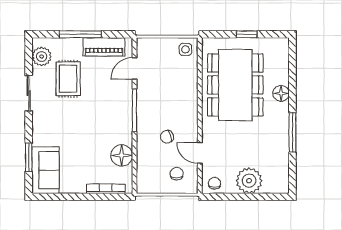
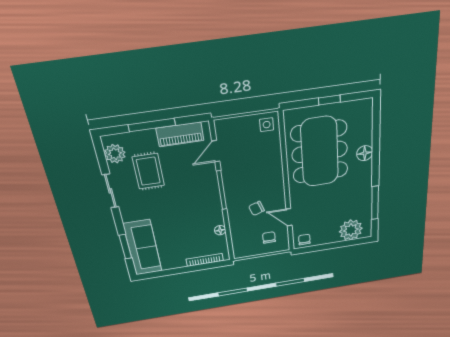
window: (292, 132) -> (375, 203), moved
floor lamp: (122, 155) -> (220, 230), width x0.53, depth x0.53
sofa: (46, 170) -> (143, 248), width x1.36
plant: (249, 181) -> (351, 230), moved

